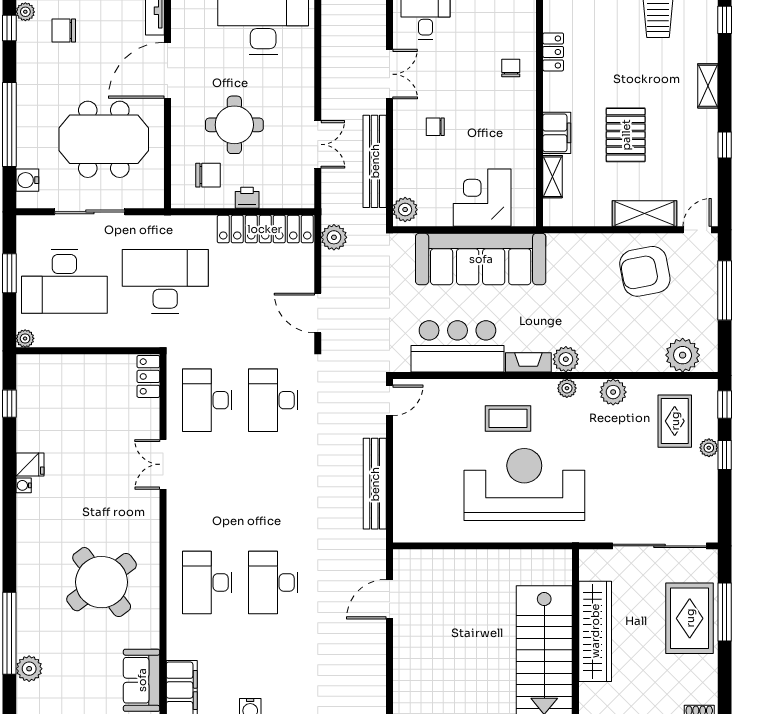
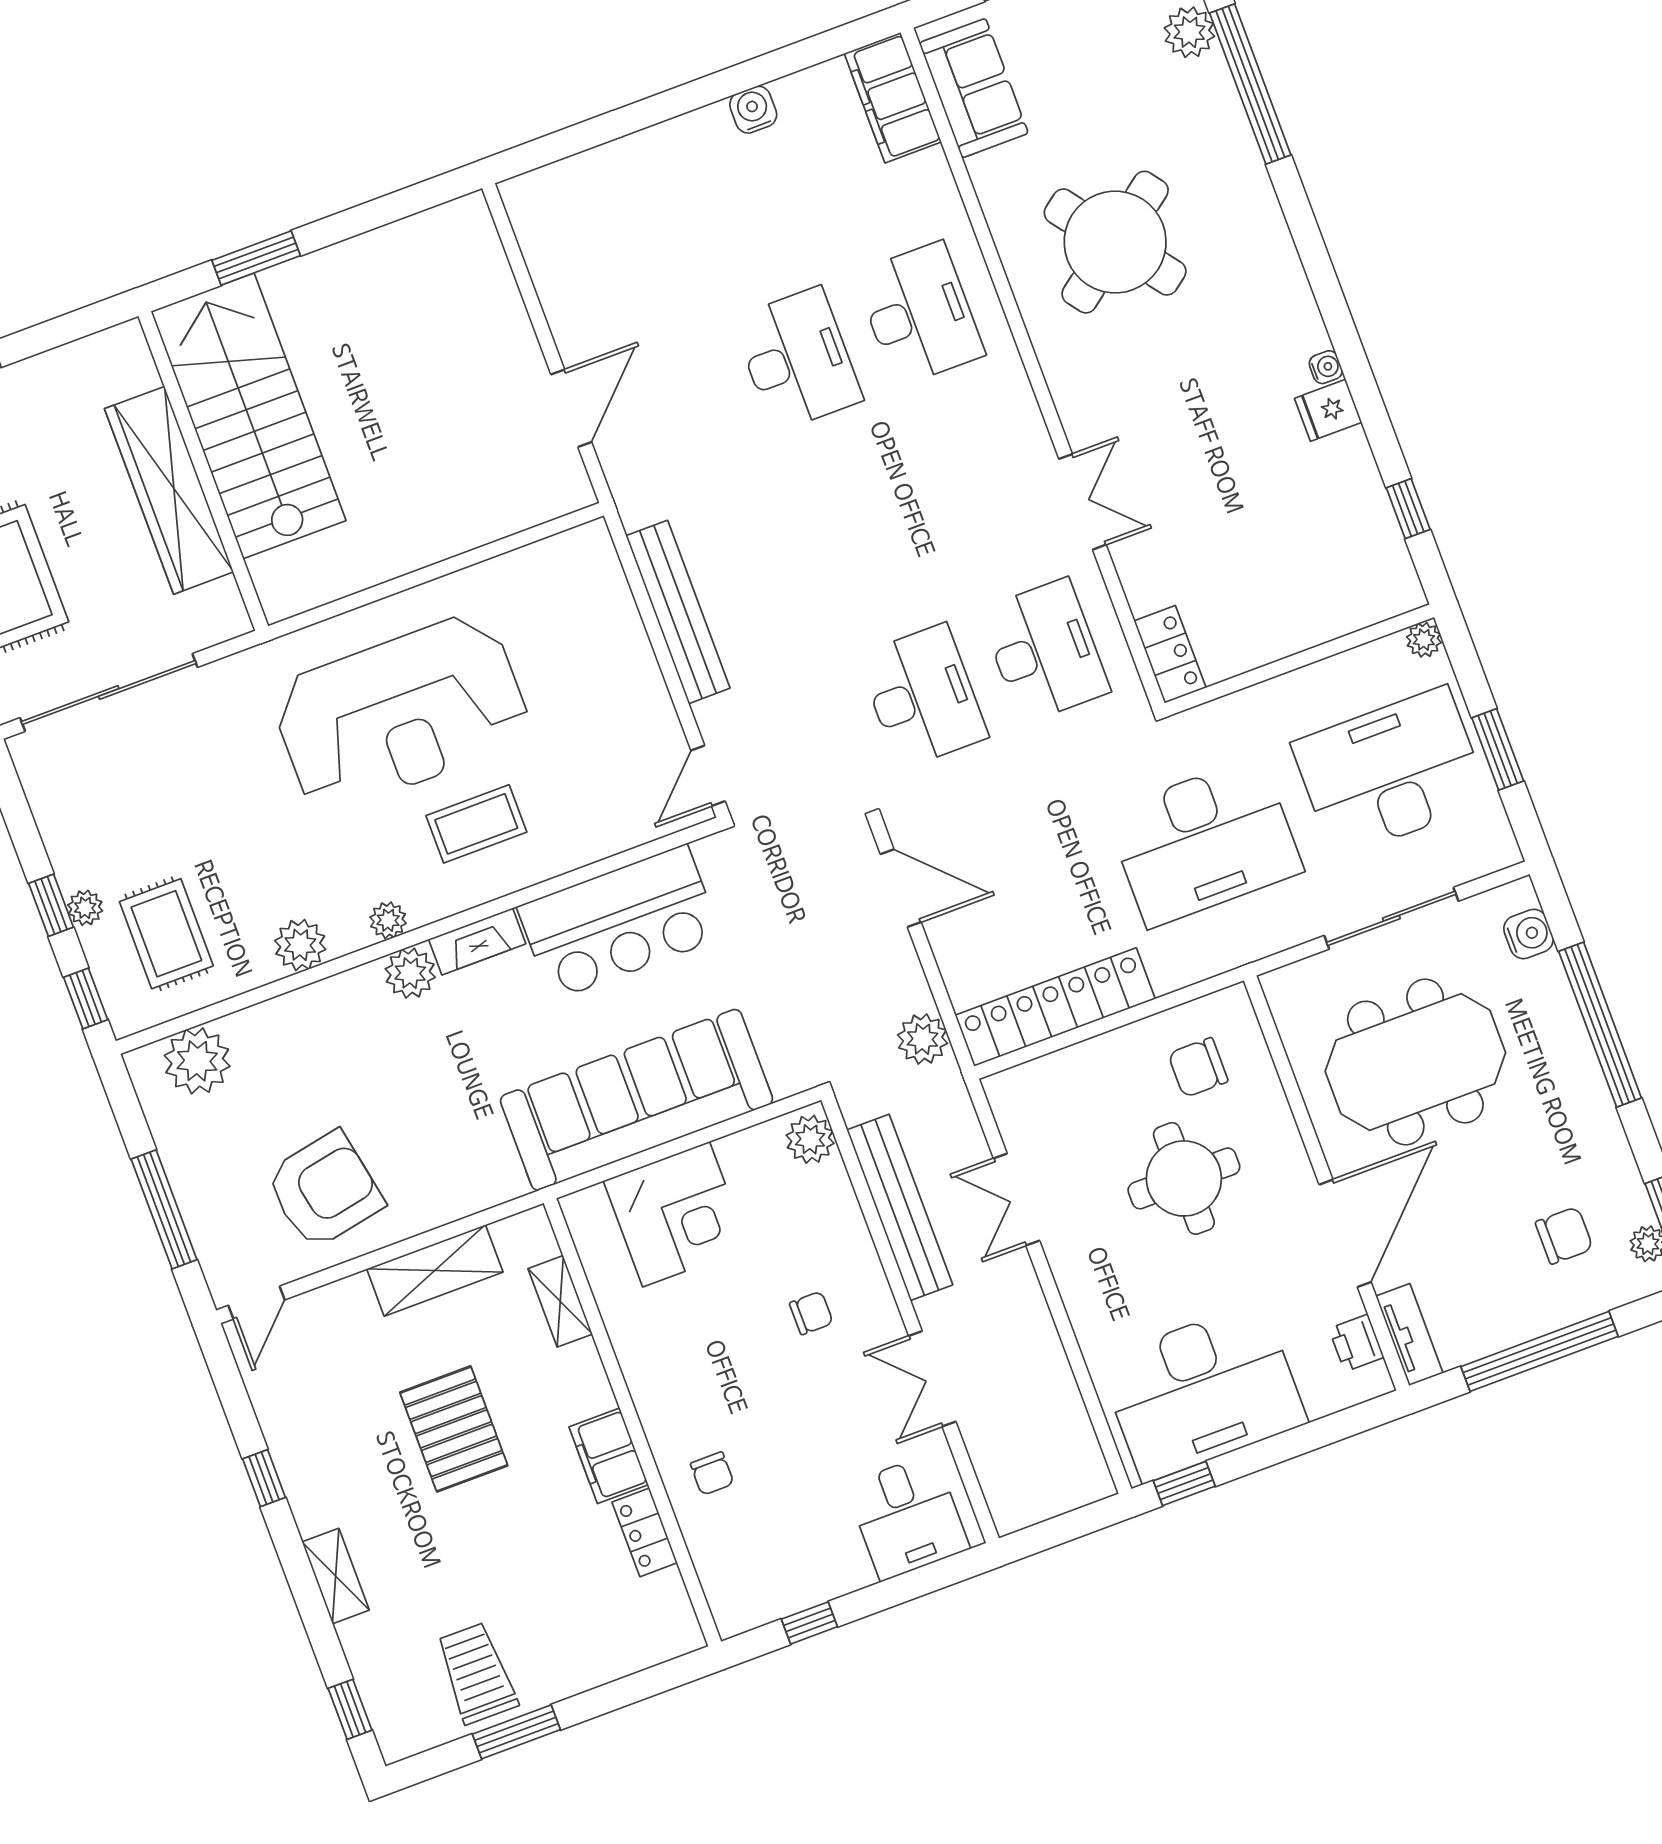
filing cabinet: (557, 133) -> (609, 1456), moved
printer: (247, 198) -> (1356, 1343), moved, turned 90
shelving: (645, 214) -> (435, 1270), moved

